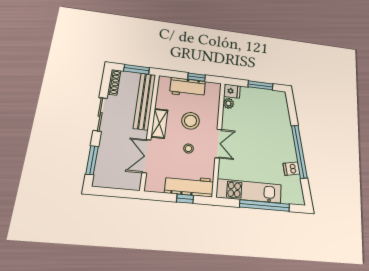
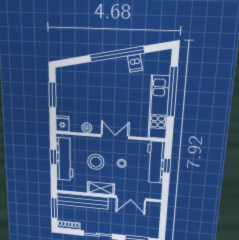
workbench: (188, 87) -> (65, 159), width x1.38
plant: (228, 103) -> (87, 128), moved

